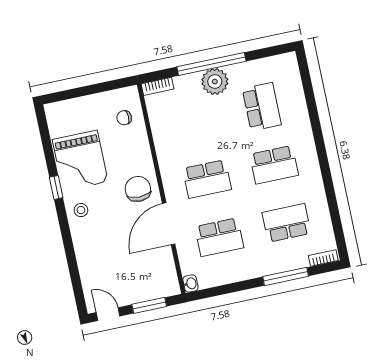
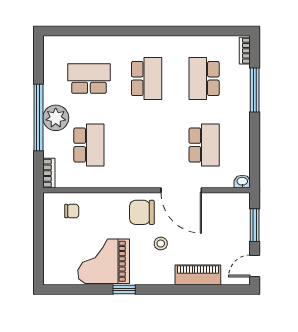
chair: (124, 118) -> (72, 211), turned -90
grand piano: (80, 161) -> (104, 261), turned 180
school desk: (207, 179) -> (89, 145), moved
stool: (81, 210) -> (161, 244), moved
piano: (87, 259) -> (198, 275), added

